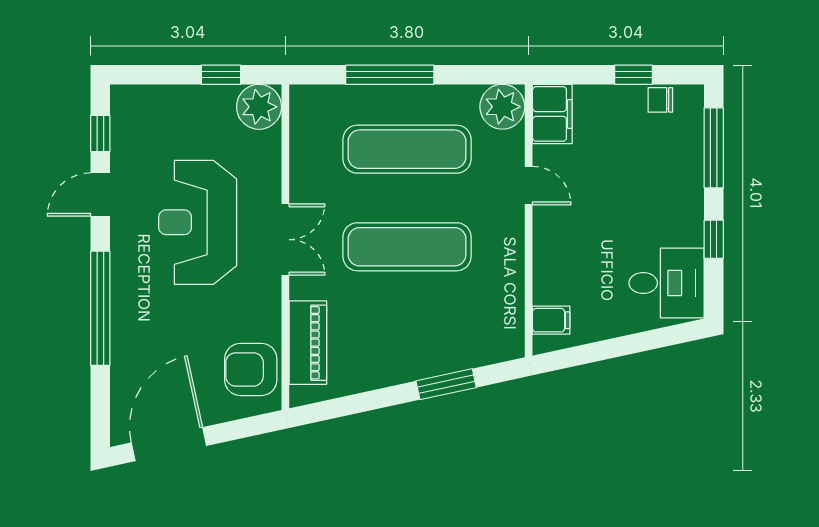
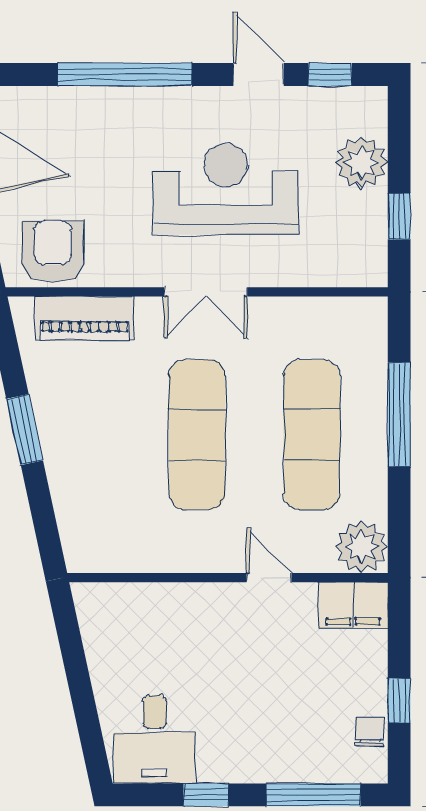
plant: (259, 107) -> (361, 162), moved
door: (529, 186) -> (269, 578), swing flipped
filing cabinet: (551, 320) -> (111, 604), removed
window: (446, 384) -> (25, 430), moved

